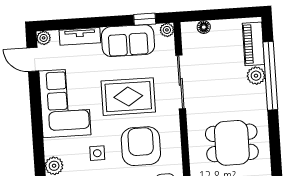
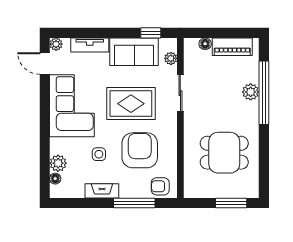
plant: (167, 30) -> (171, 58), moved
piano: (253, 44) -> (232, 47), moved, turned -90
sliding door: (181, 82) -> (180, 93), width x0.73

